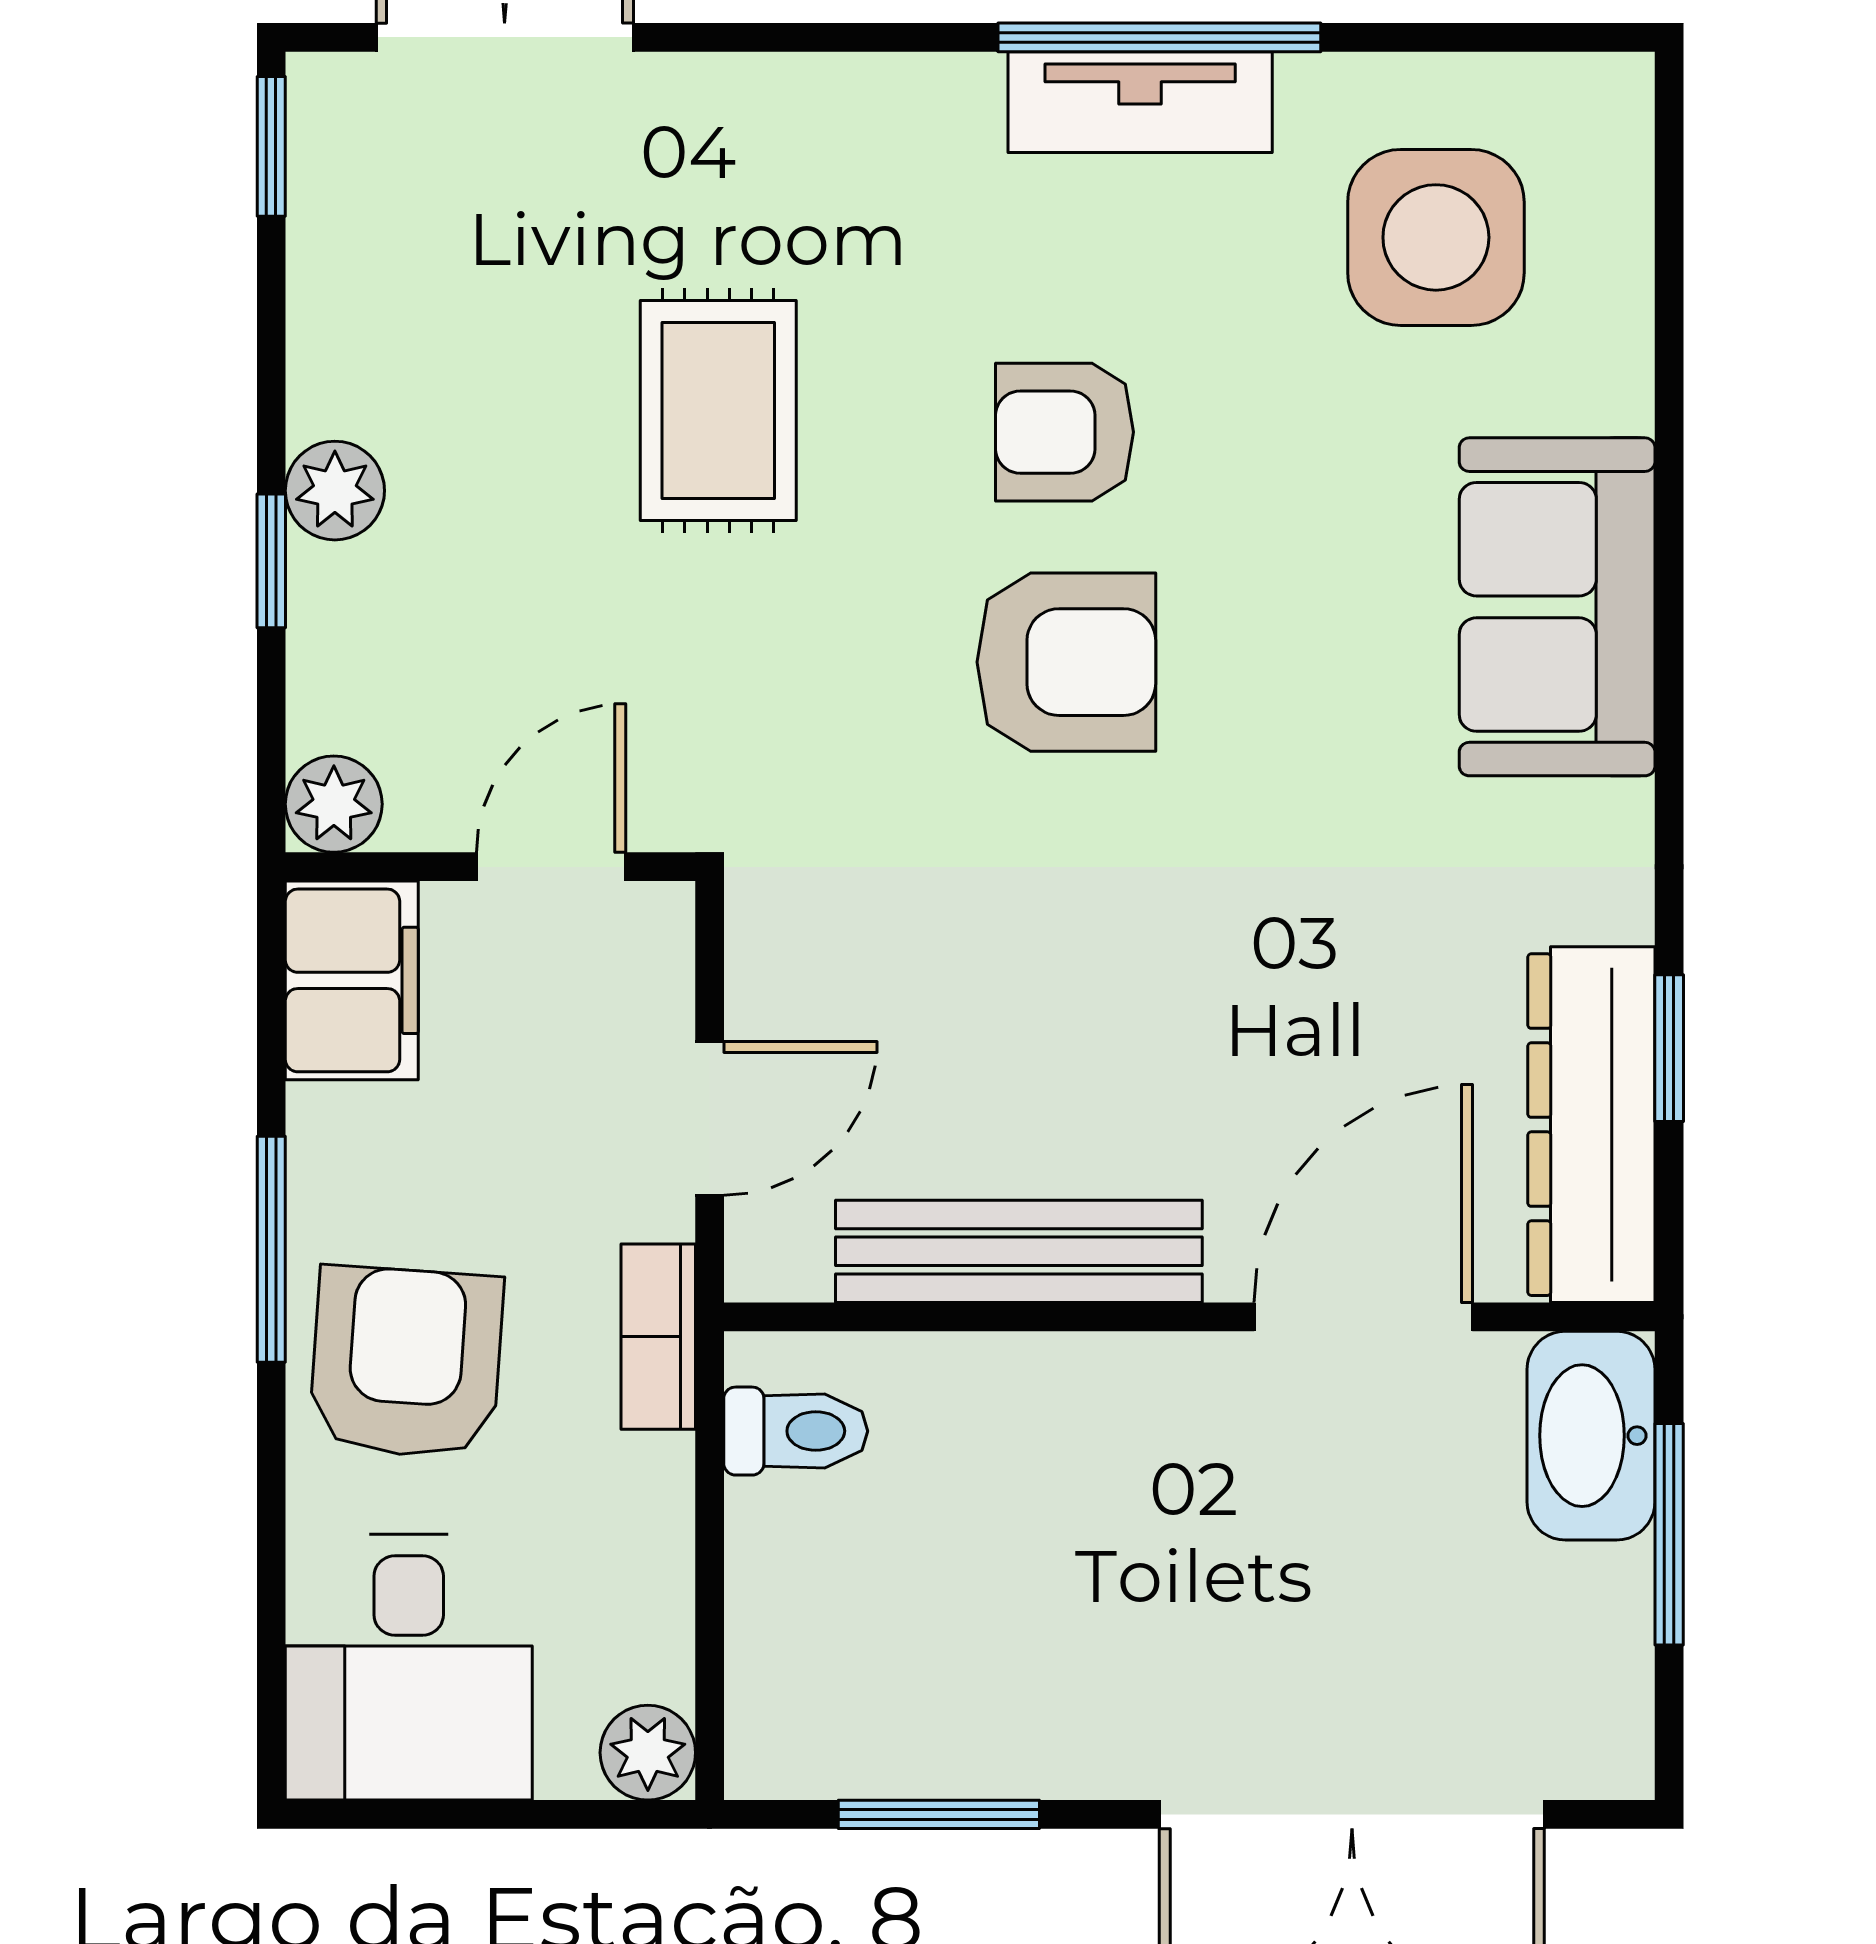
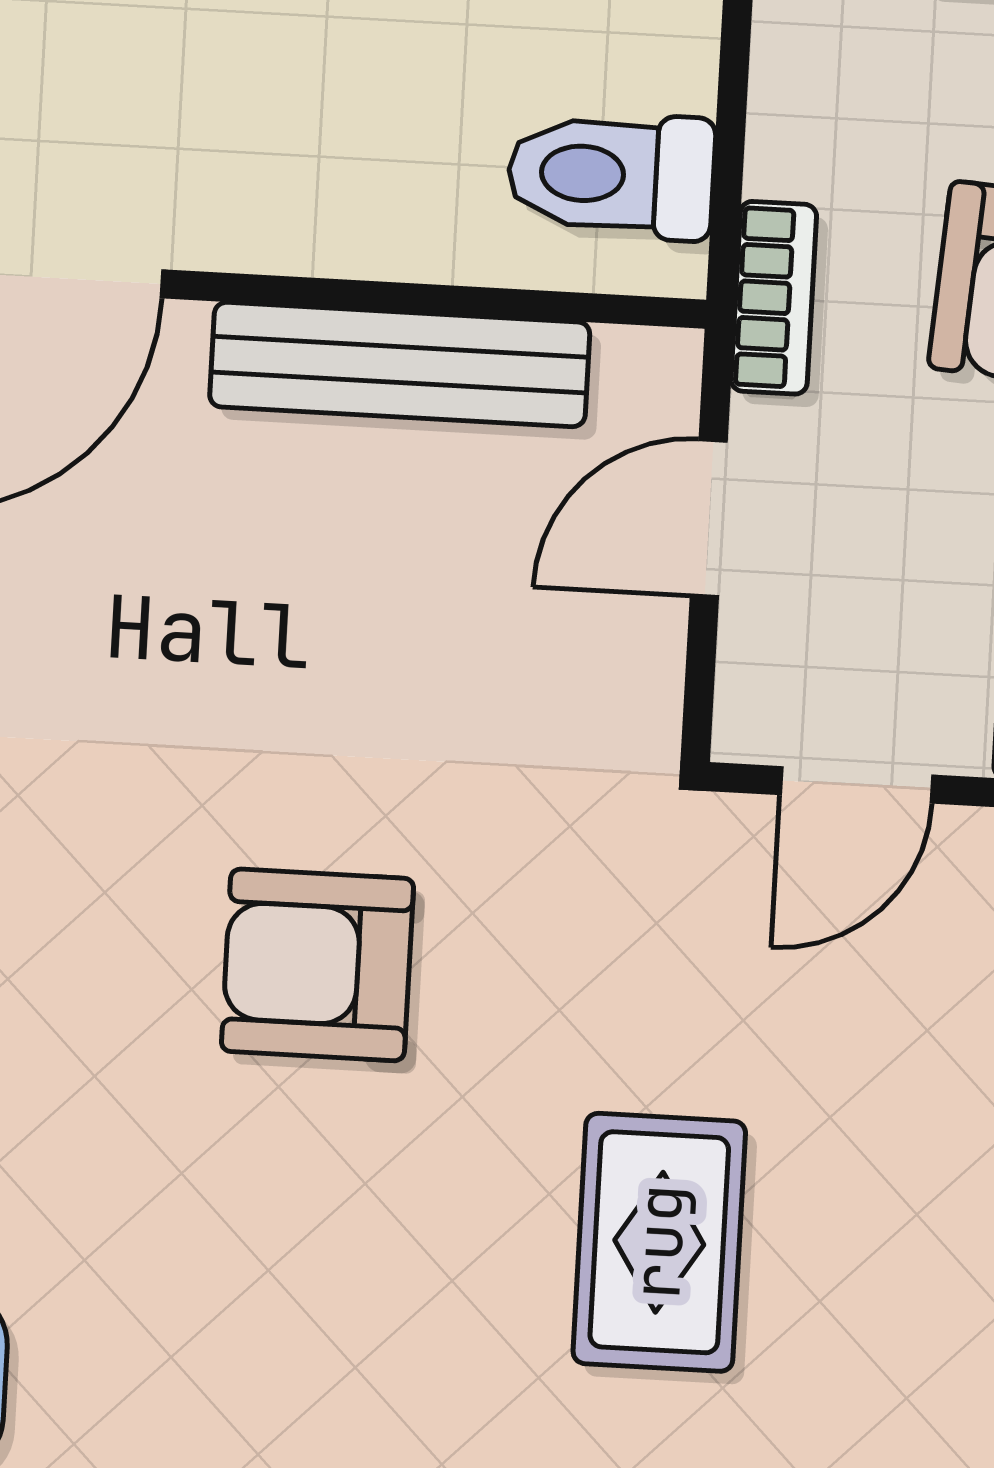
armchair: (1065, 432) -> (306, 1200), removed
toilet: (796, 1431) -> (611, 175), width x1.37, depth x1.39

